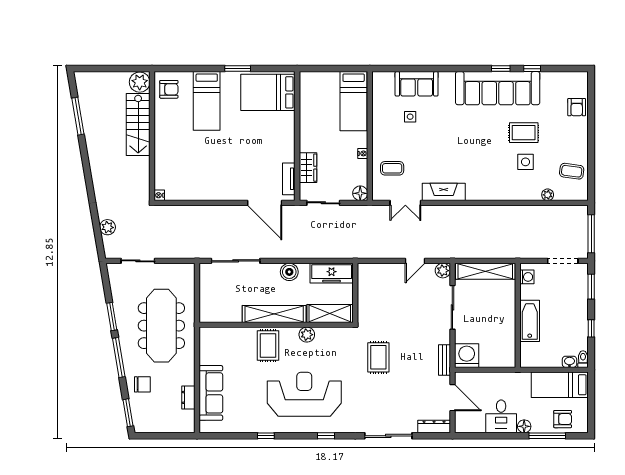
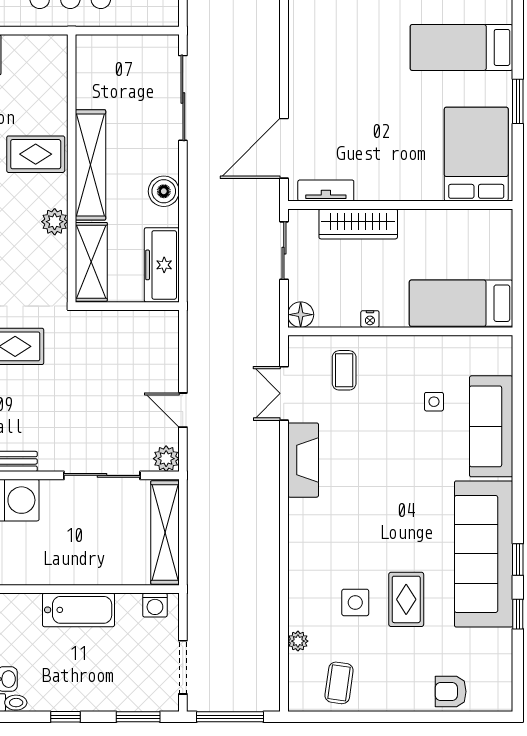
sofa: (417, 84) -> (491, 426), width x1.36
wardrobe: (308, 168) -> (358, 224), width x1.50

